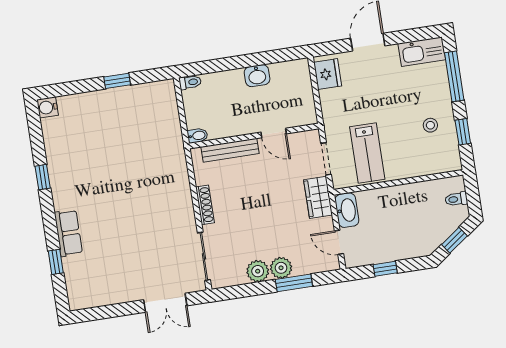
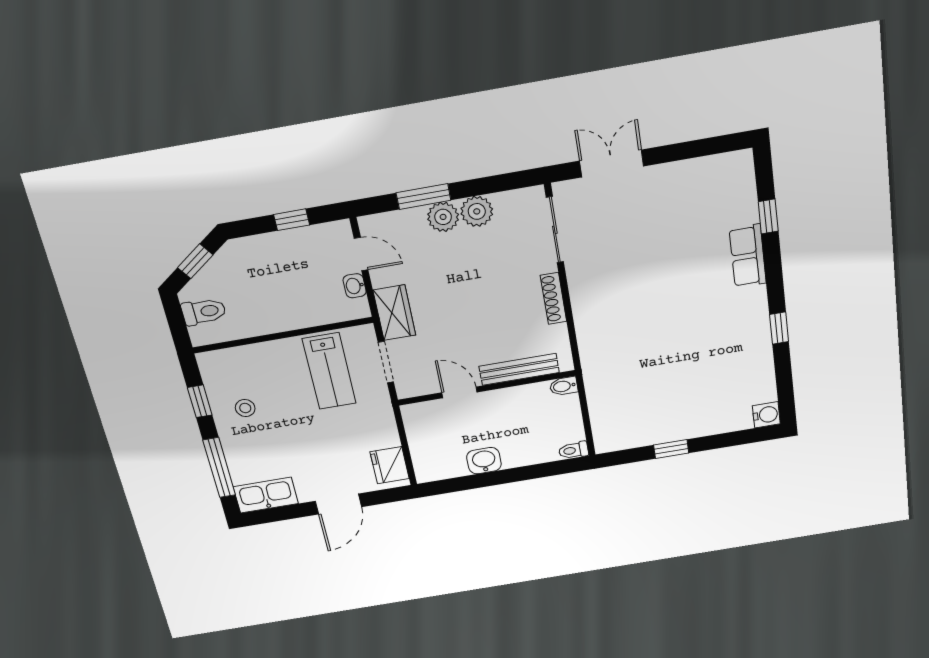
lab bench: (367, 153) -> (329, 371), turned 180
toilet: (456, 199) -> (204, 312), width x1.37, depth x1.39
washbasin: (347, 210) -> (355, 286), width x0.52, depth x0.69

